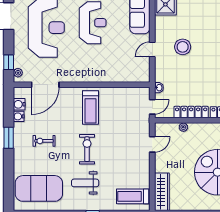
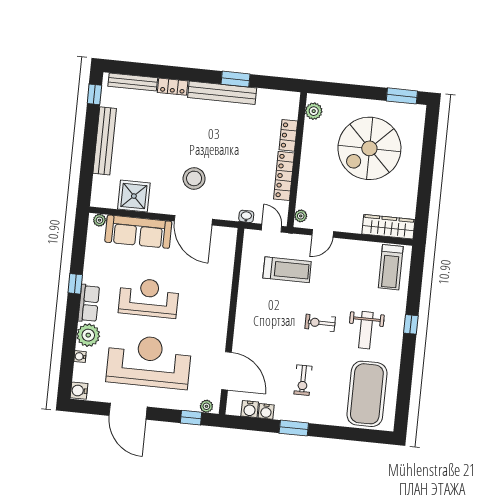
door: (152, 49) -> (193, 220), width x1.87
treadmill: (91, 107) -> (287, 270), moved
plant: (183, 127) -> (301, 216), moved
door: (152, 144) -> (323, 233), swing flipped
exercise bike: (87, 149) -> (320, 323), width x0.73, depth x0.72

